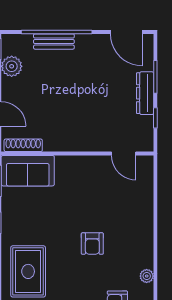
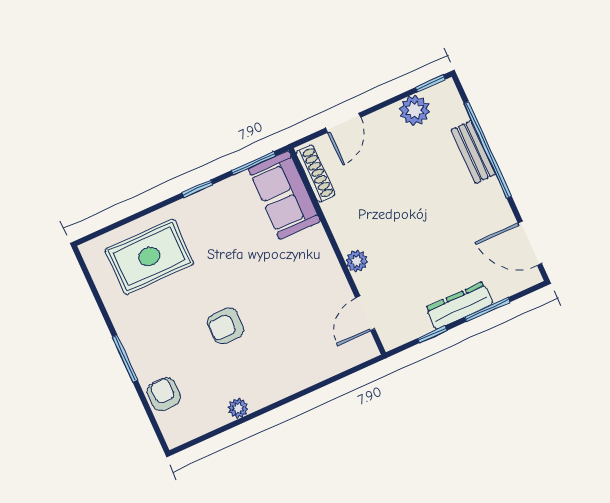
door: (126, 32) -> (530, 243), hinge flipped
plant: (89, 144) -> (357, 261), added
plant: (147, 276) -> (238, 408), moved

